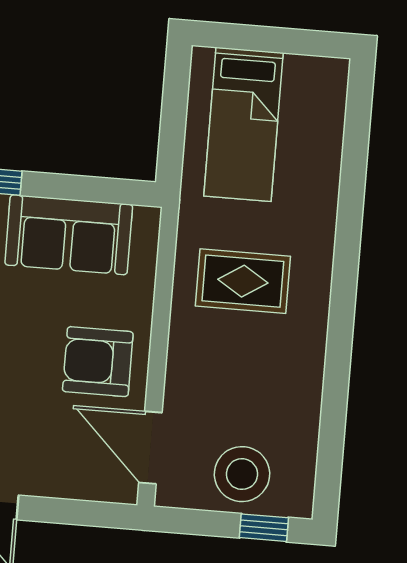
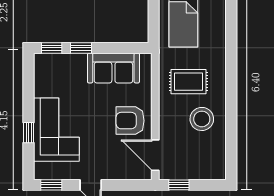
stool: (242, 474) -> (202, 119), moved
window: (264, 528) -> (179, 185), moved

